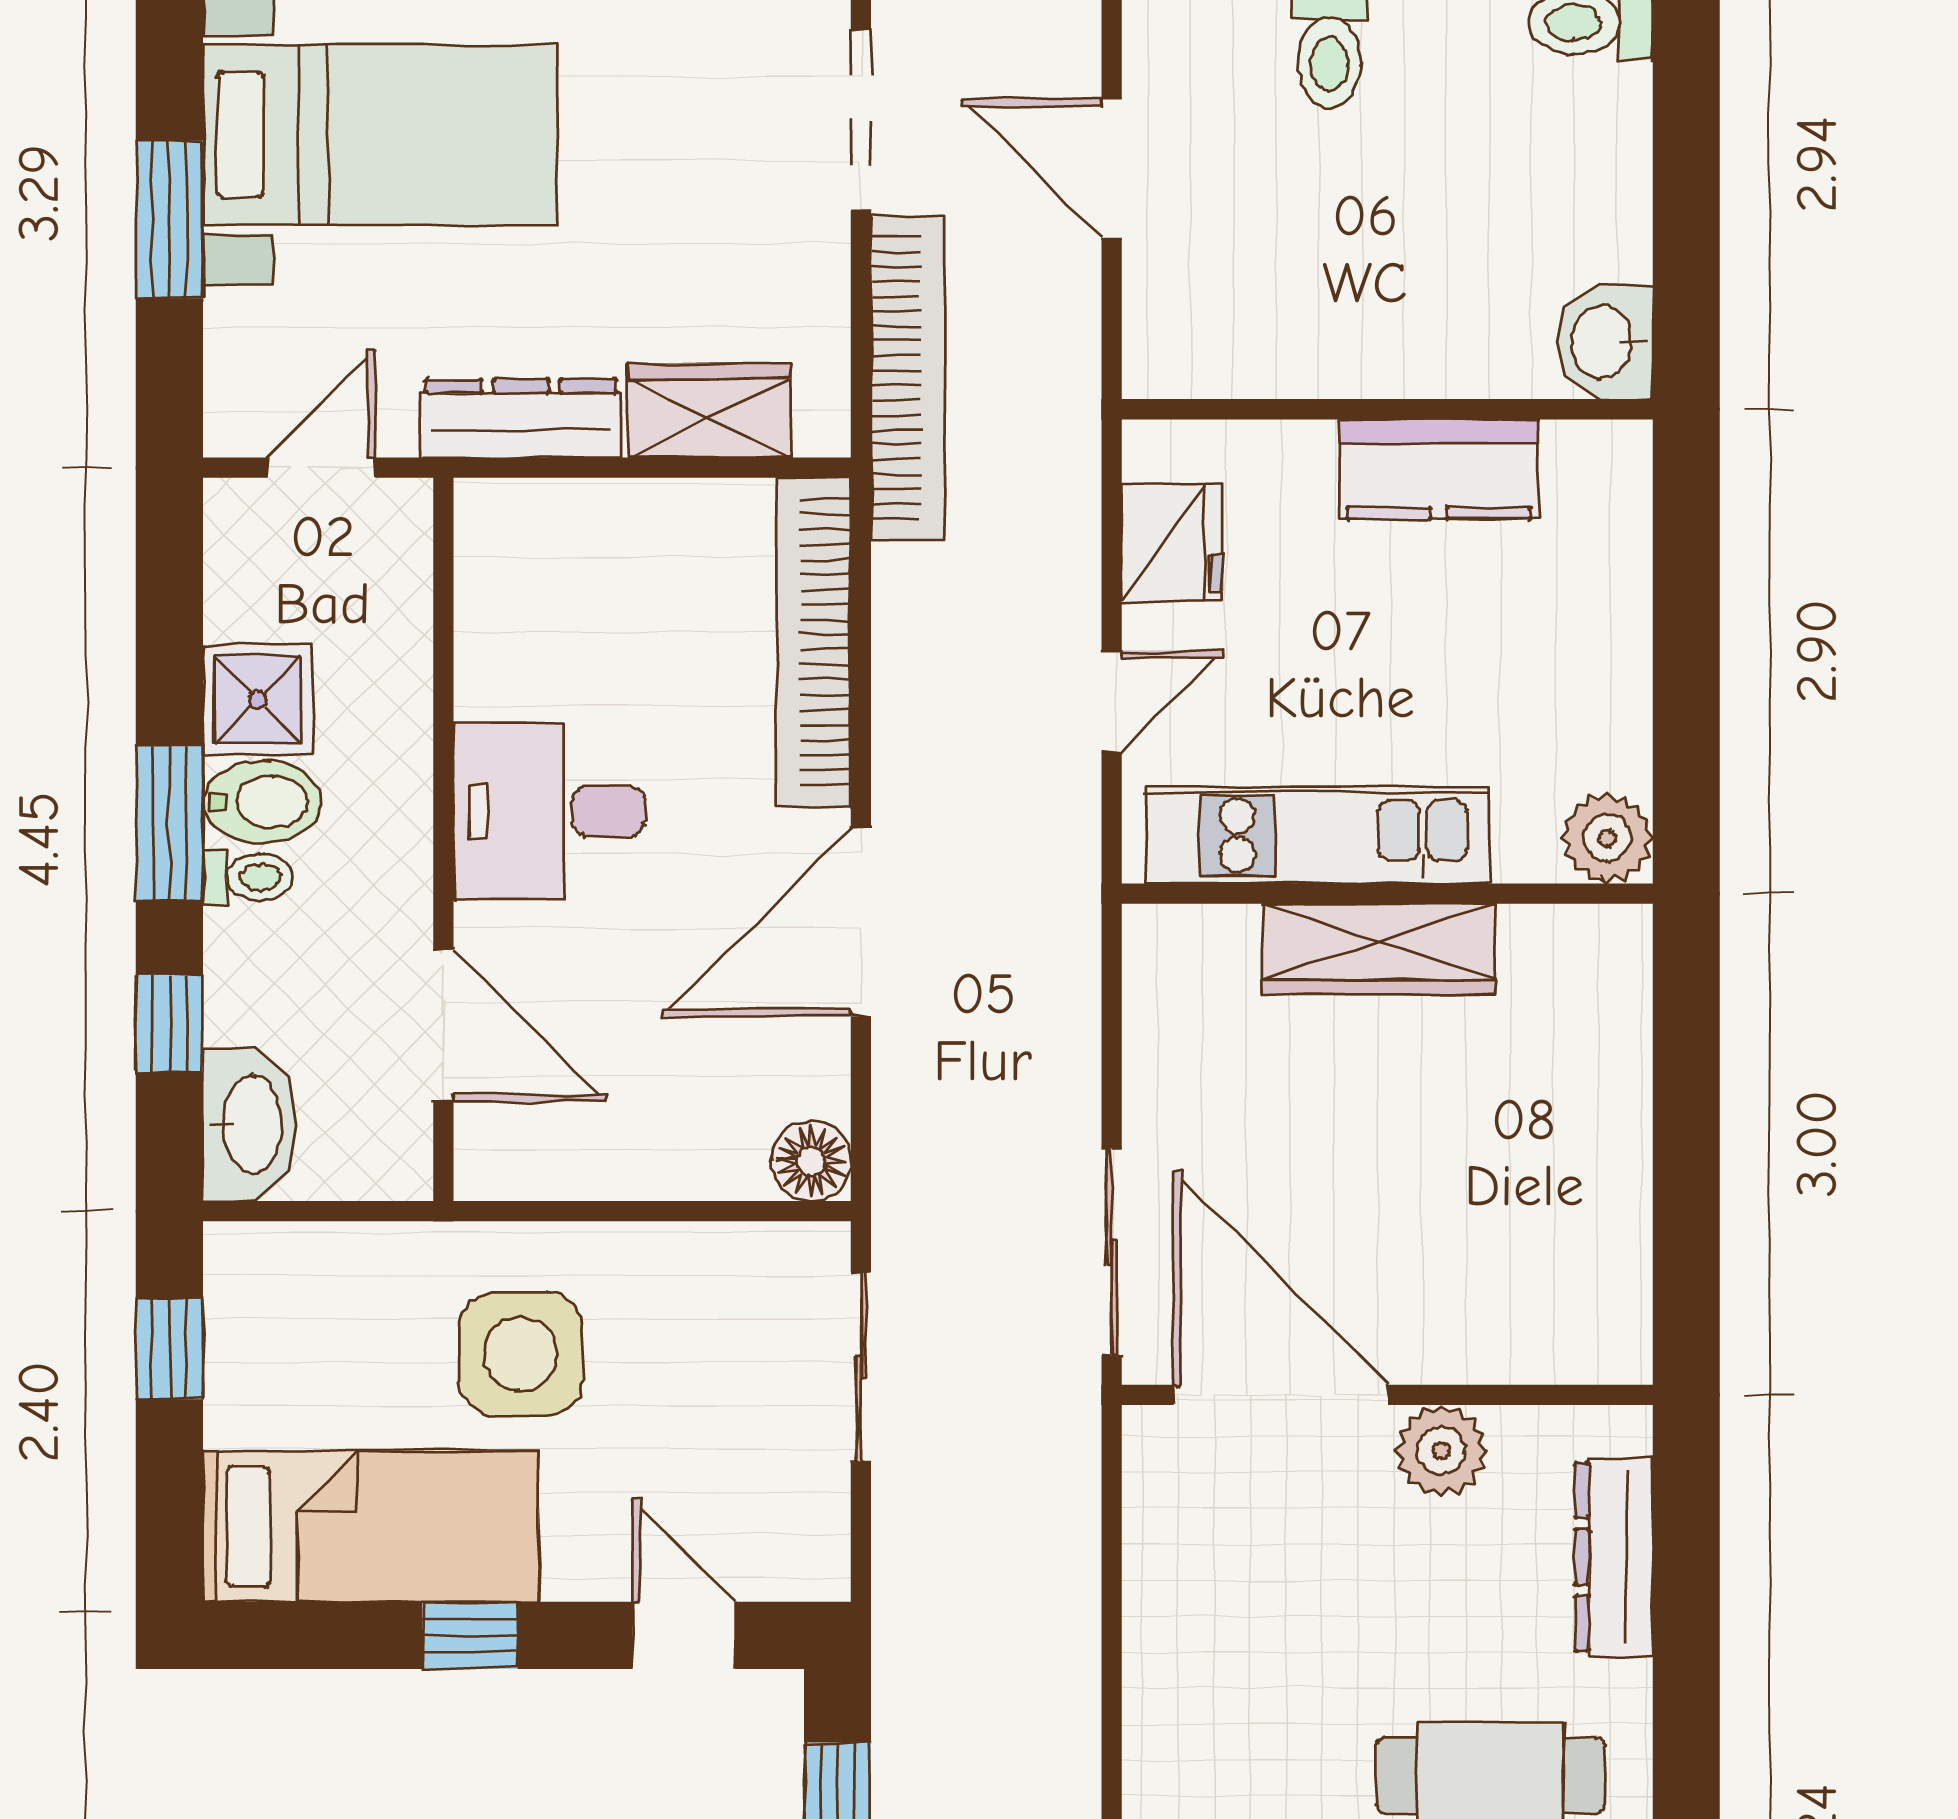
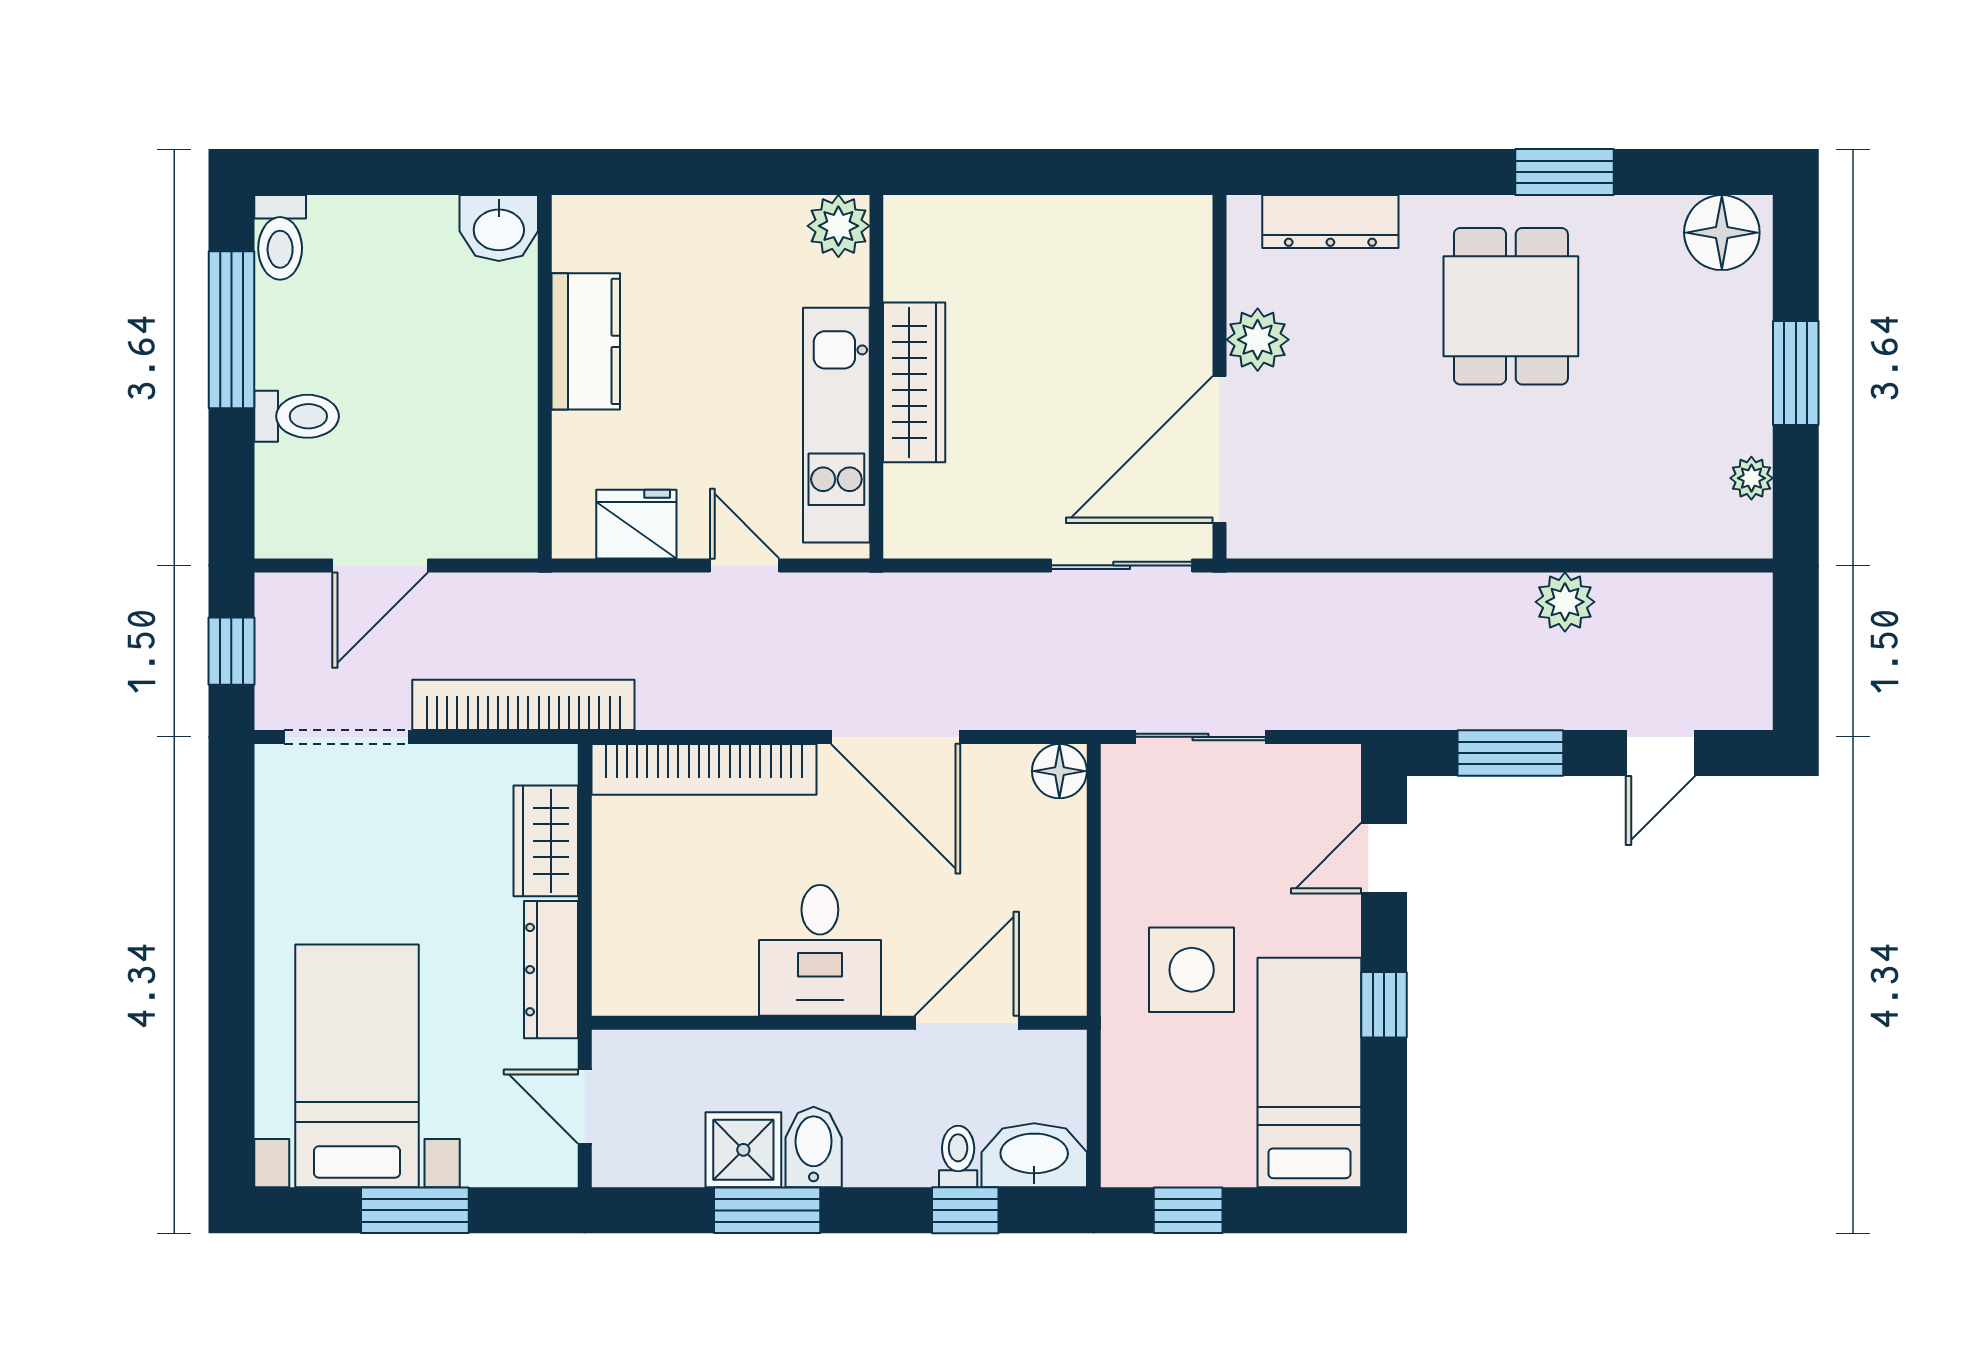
window: (169, 823) -> (767, 1210), moved
toilet: (248, 877) -> (958, 1157), moved

